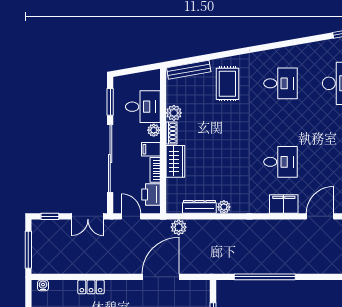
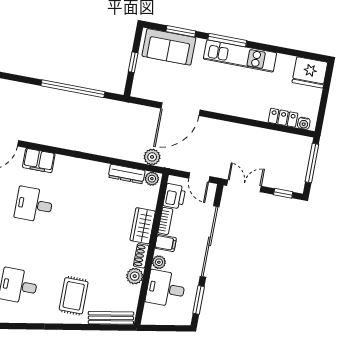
plant: (224, 207) -> (152, 179), moved
locker: (91, 287) -> (283, 118), moved

